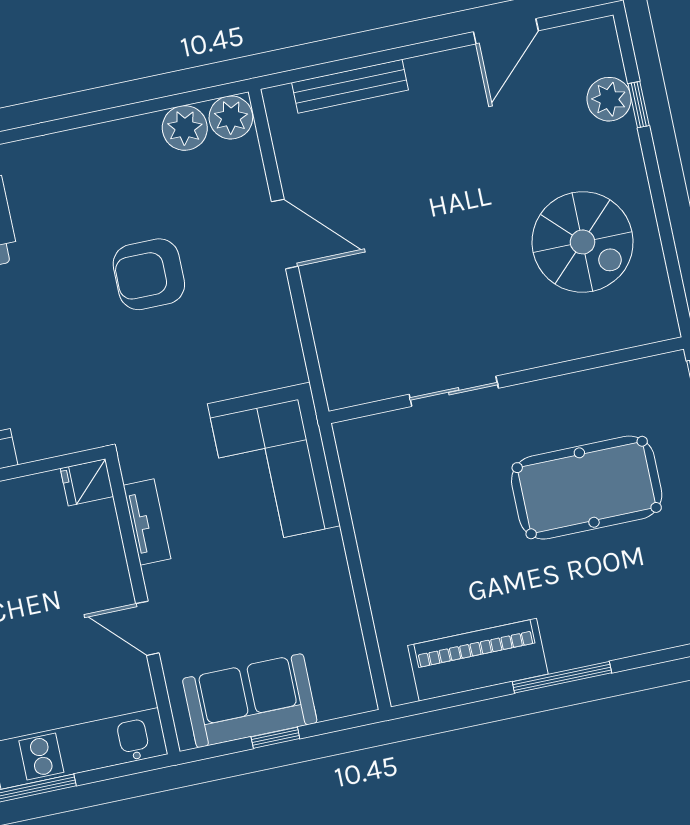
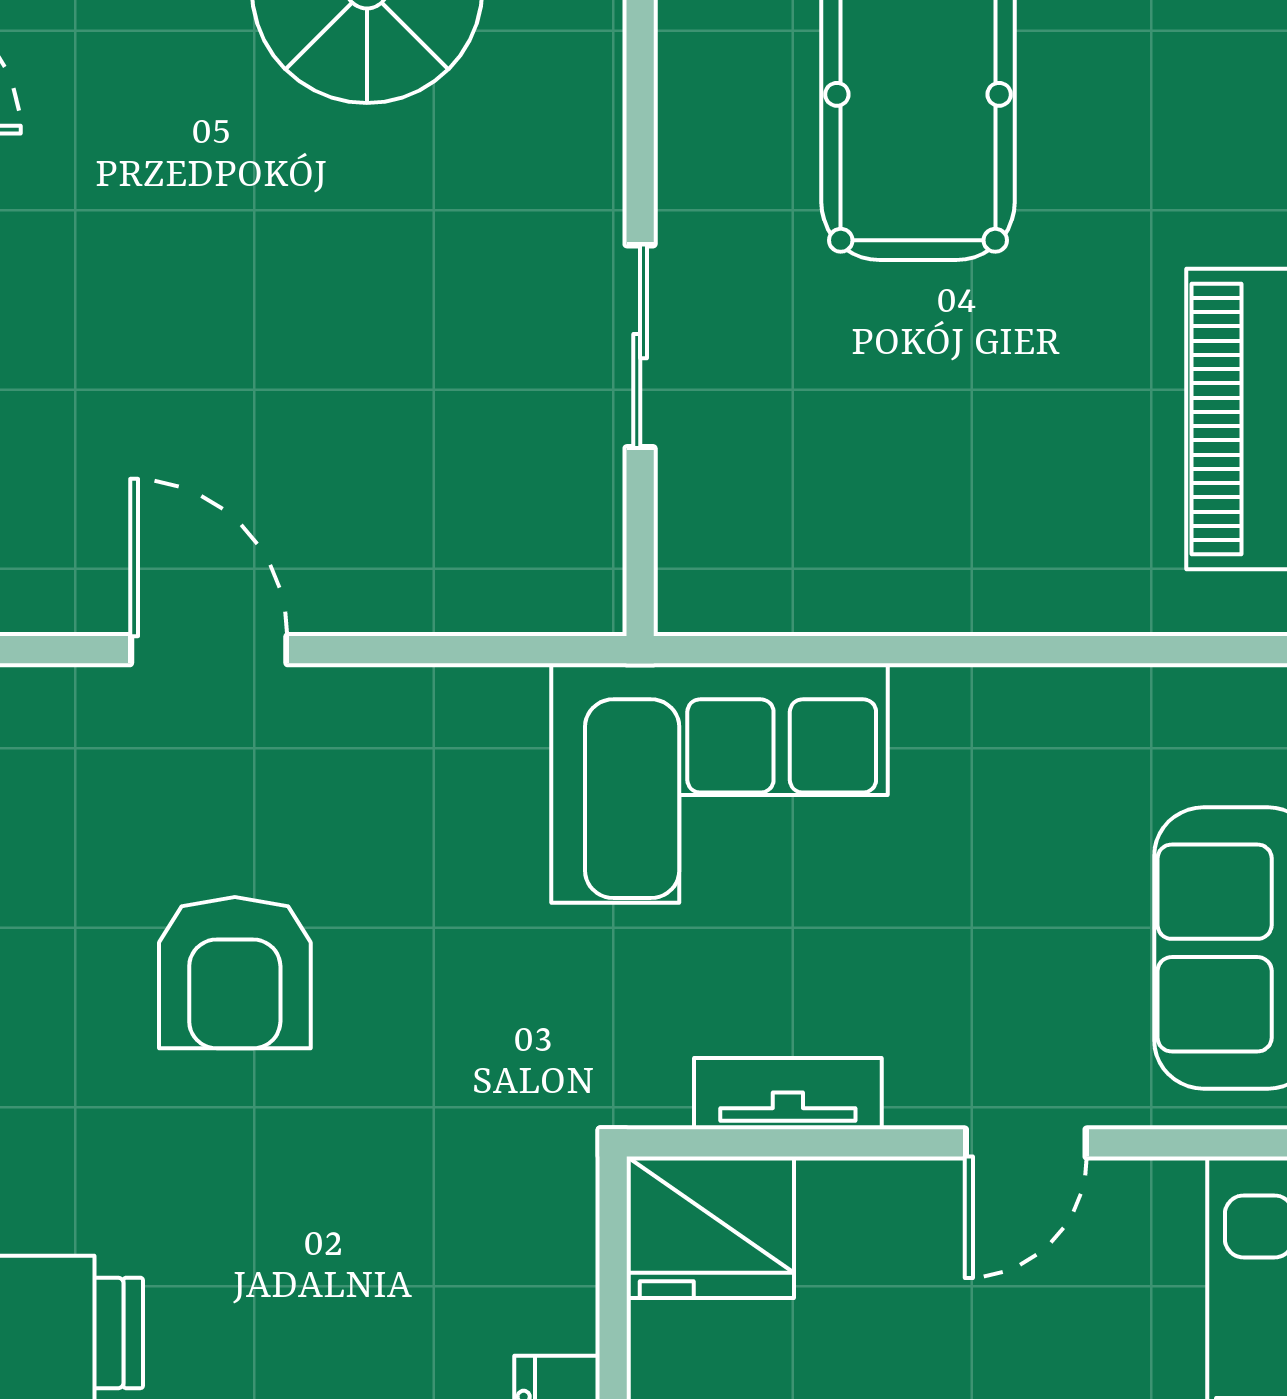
door: (285, 234) -> (209, 650), hinge flipped
fridge: (87, 482) -> (710, 1227), width x1.88, depth x1.34

